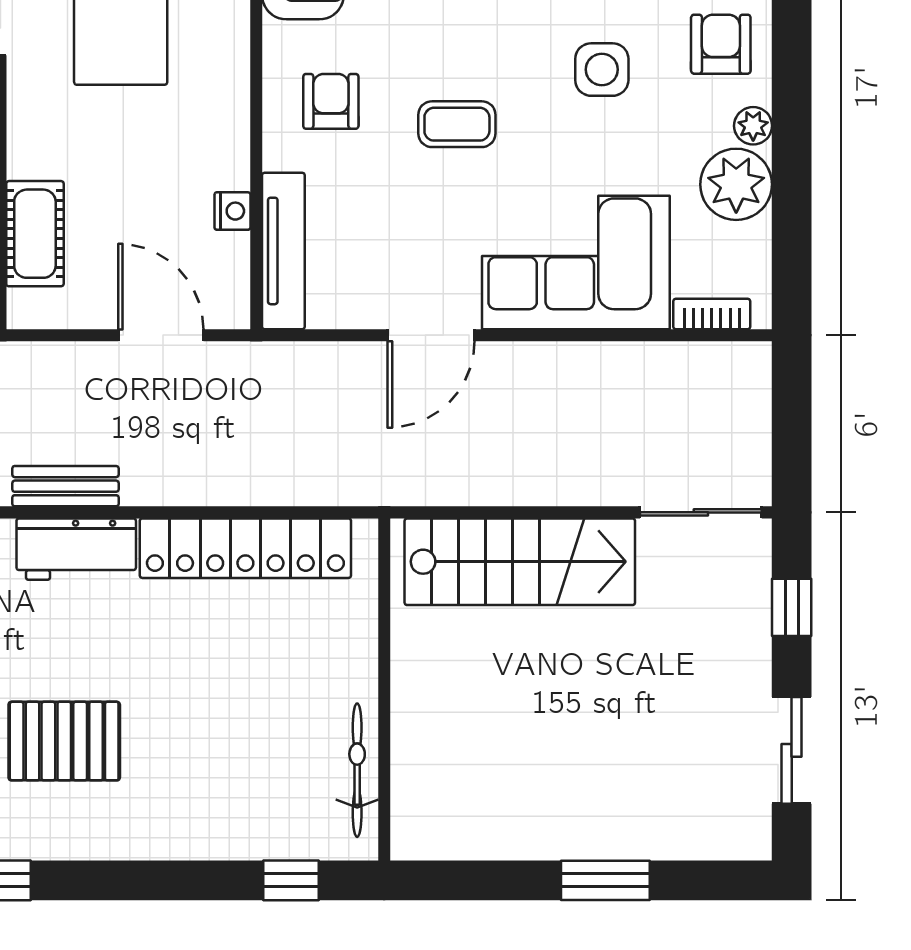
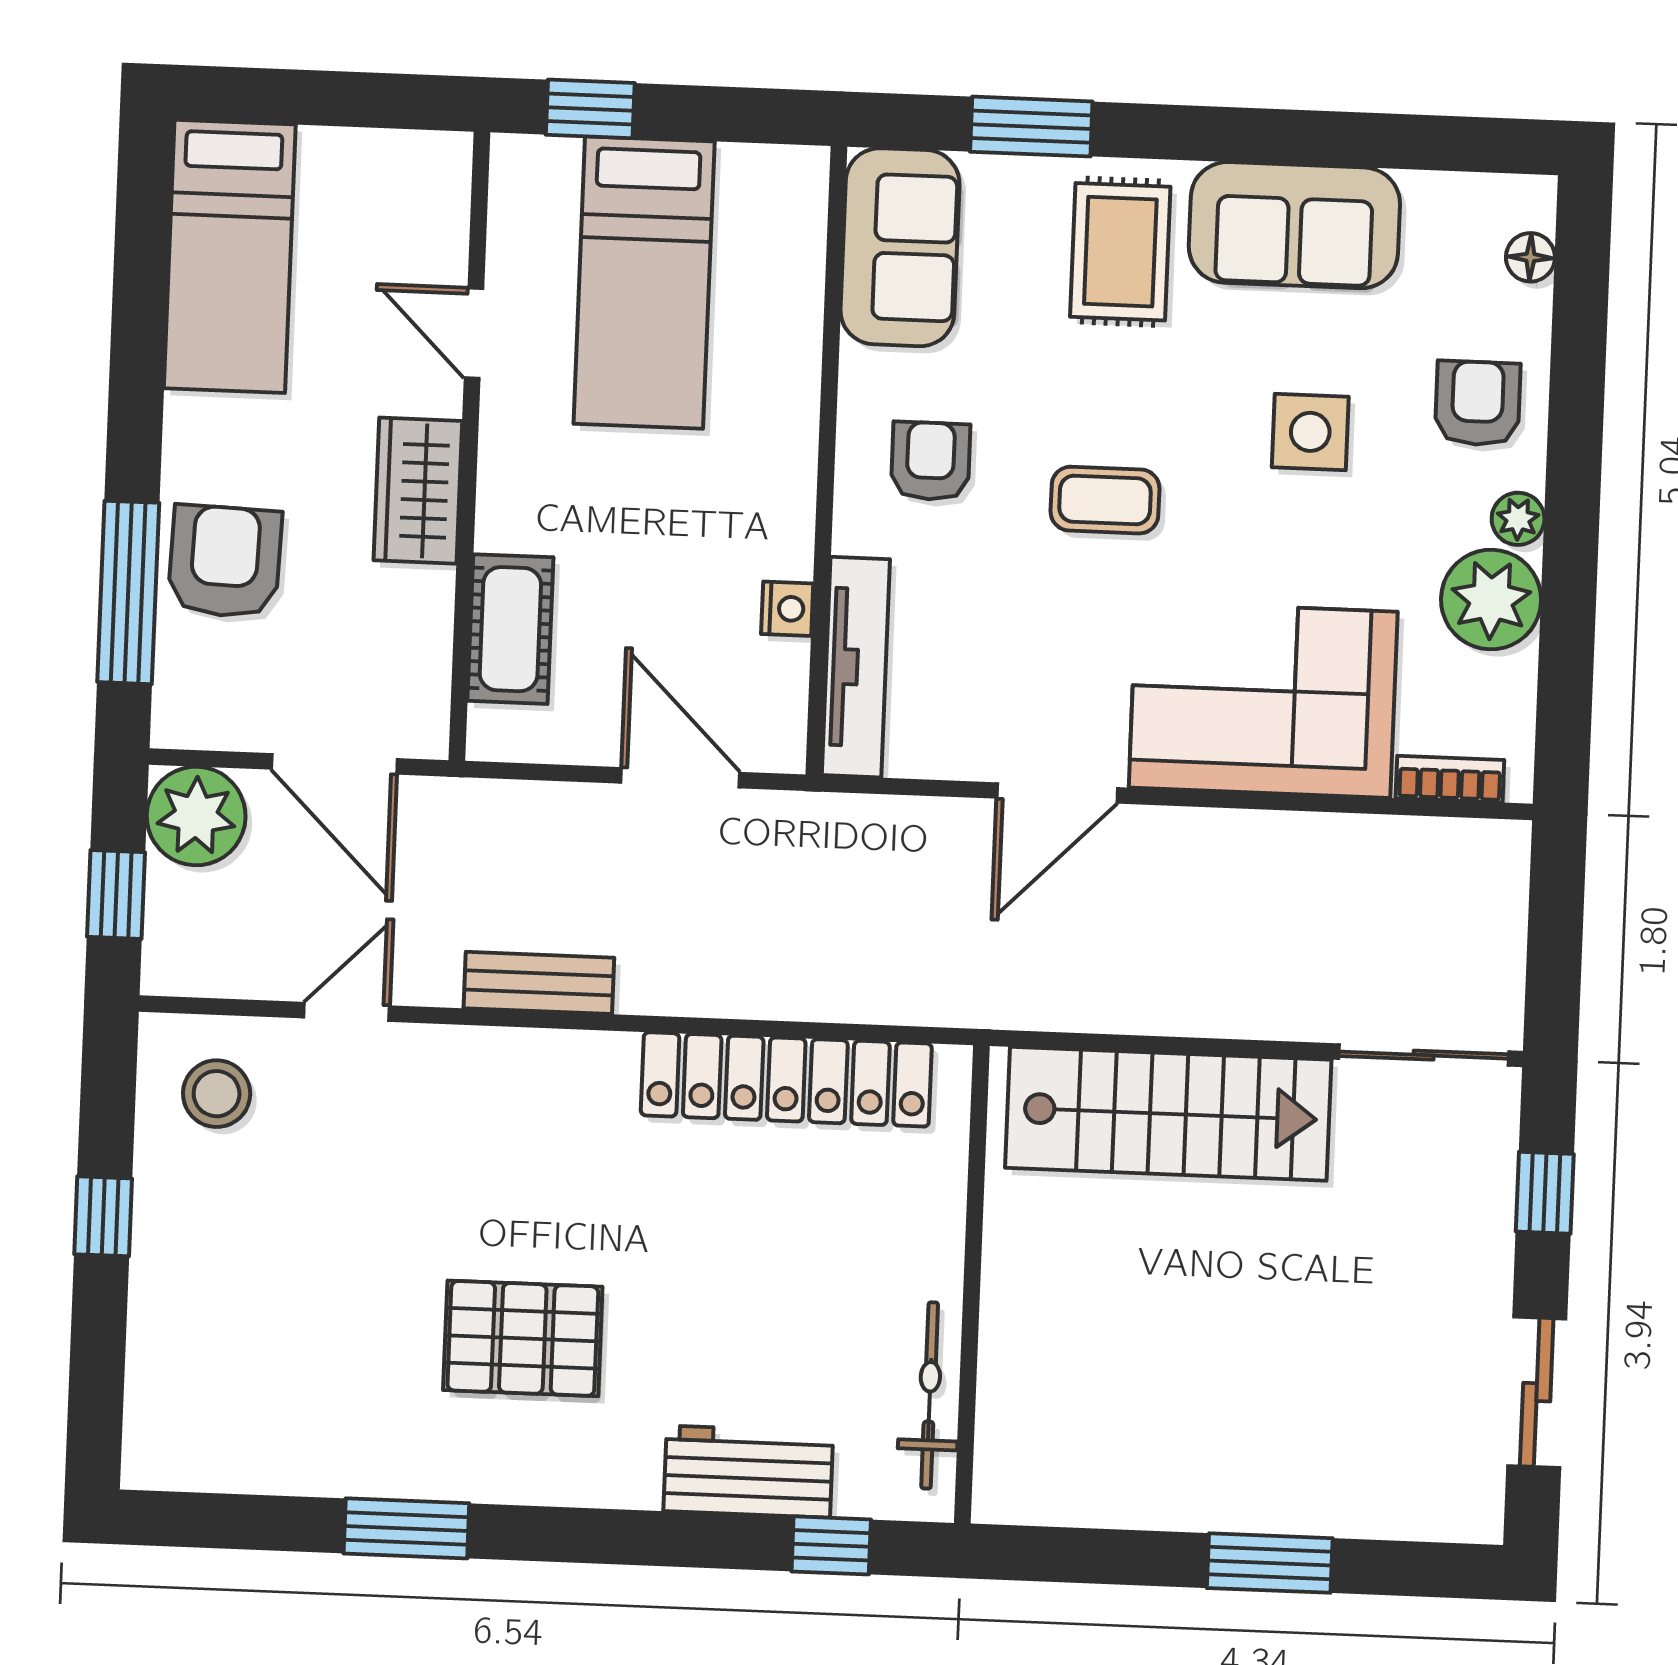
workbench: (76, 549) -> (748, 1472), moved, turned 180

